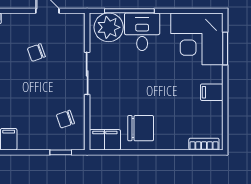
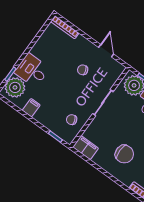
chair: (141, 128) -> (124, 154), moved

